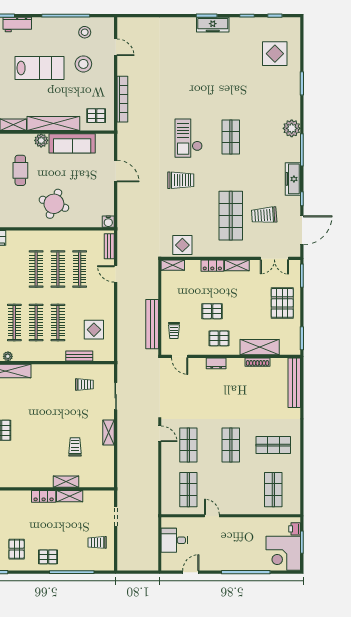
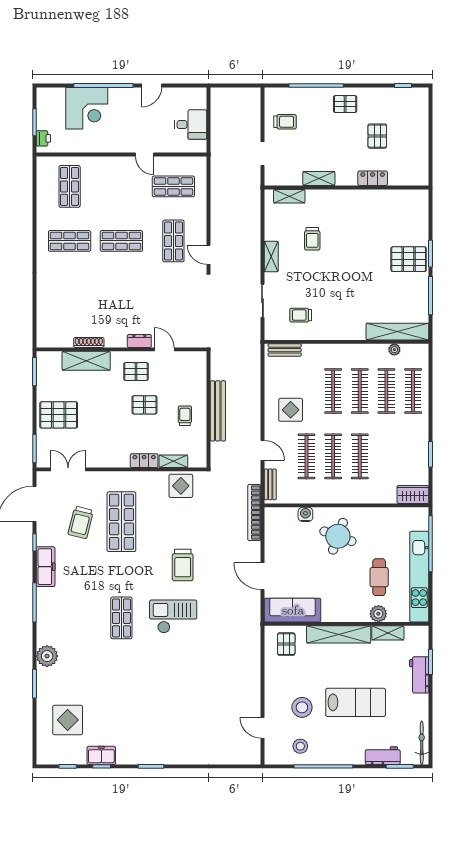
freezer: (213, 25) -> (101, 755), moved, width x0.71
lab bench: (40, 68) -> (356, 702), turned 180
bookcase: (122, 99) -> (254, 513), moved
pallet: (96, 116) -> (286, 644), turned 90
plant: (292, 128) -> (47, 656), moved
checkout: (189, 138) -> (173, 617), turned -90
plant: (41, 140) -> (378, 614), moved
sofa: (72, 143) -> (293, 610), moved
trolley: (181, 180) -> (183, 565), turned -90
trolley: (264, 215) -> (81, 522), turned 108
water cooler: (108, 222) -> (305, 514), moved
shelving: (173, 265) -> (173, 461), moved
shelving: (237, 265) -> (114, 461), removed
pallet: (282, 303) -> (59, 415), turned 90
bench: (152, 324) -> (218, 411), moved
display table: (94, 330) -> (291, 410), moved
trolley: (174, 330) -> (185, 416), moved
bench: (79, 356) -> (285, 350), moved
door: (180, 356) -> (164, 349), moved
bench: (294, 383) -> (44, 317), removed
shop shelf: (231, 445) -> (121, 241), turned 90
shelving: (66, 482) -> (289, 196), moved
shop shelf: (188, 490) -> (173, 186), turned 90
locker: (44, 496) -> (373, 178), moved
pallet: (17, 549) -> (377, 136), moved
corner desk: (283, 553) -> (87, 108), moved, turned 90
door: (191, 572) -> (152, 85), moved

